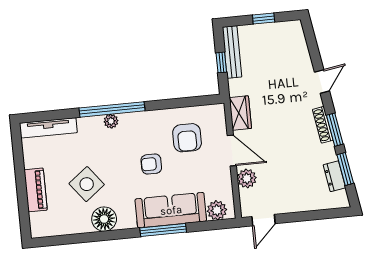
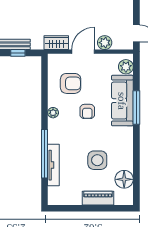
window: (112, 109) -> (44, 154), moved
plant: (111, 121) -> (53, 113), moved
tv unit: (48, 128) -> (53, 165), moved
side table: (87, 184) -> (97, 160), turned 38
floor lamp: (104, 219) -> (124, 179), moved

